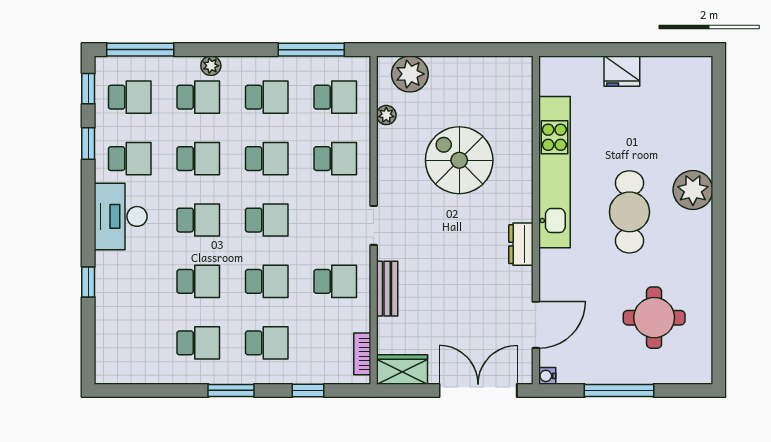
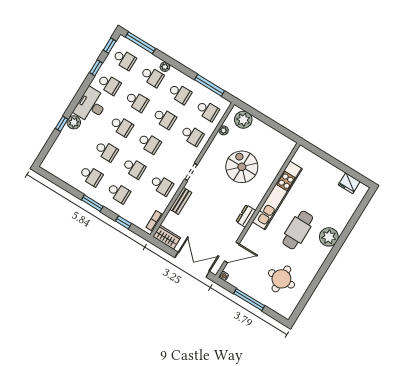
fridge: (622, 71) -> (349, 183), moved
plant: (109, 266) -> (74, 122), added

